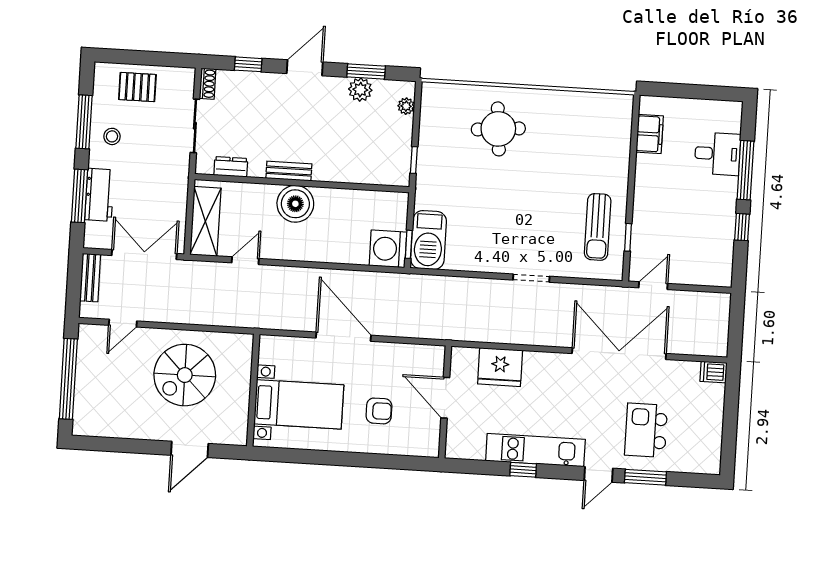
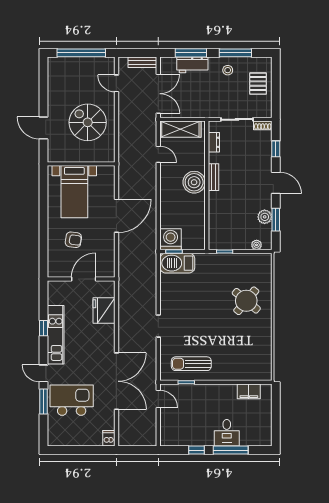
round table: (498, 129) -> (246, 301), turned 45
desk: (718, 154) -> (227, 433), moved
armchair: (379, 411) -> (73, 240), turned -82
kitchen island: (646, 430) -> (72, 400), width x1.37, depth x1.28

